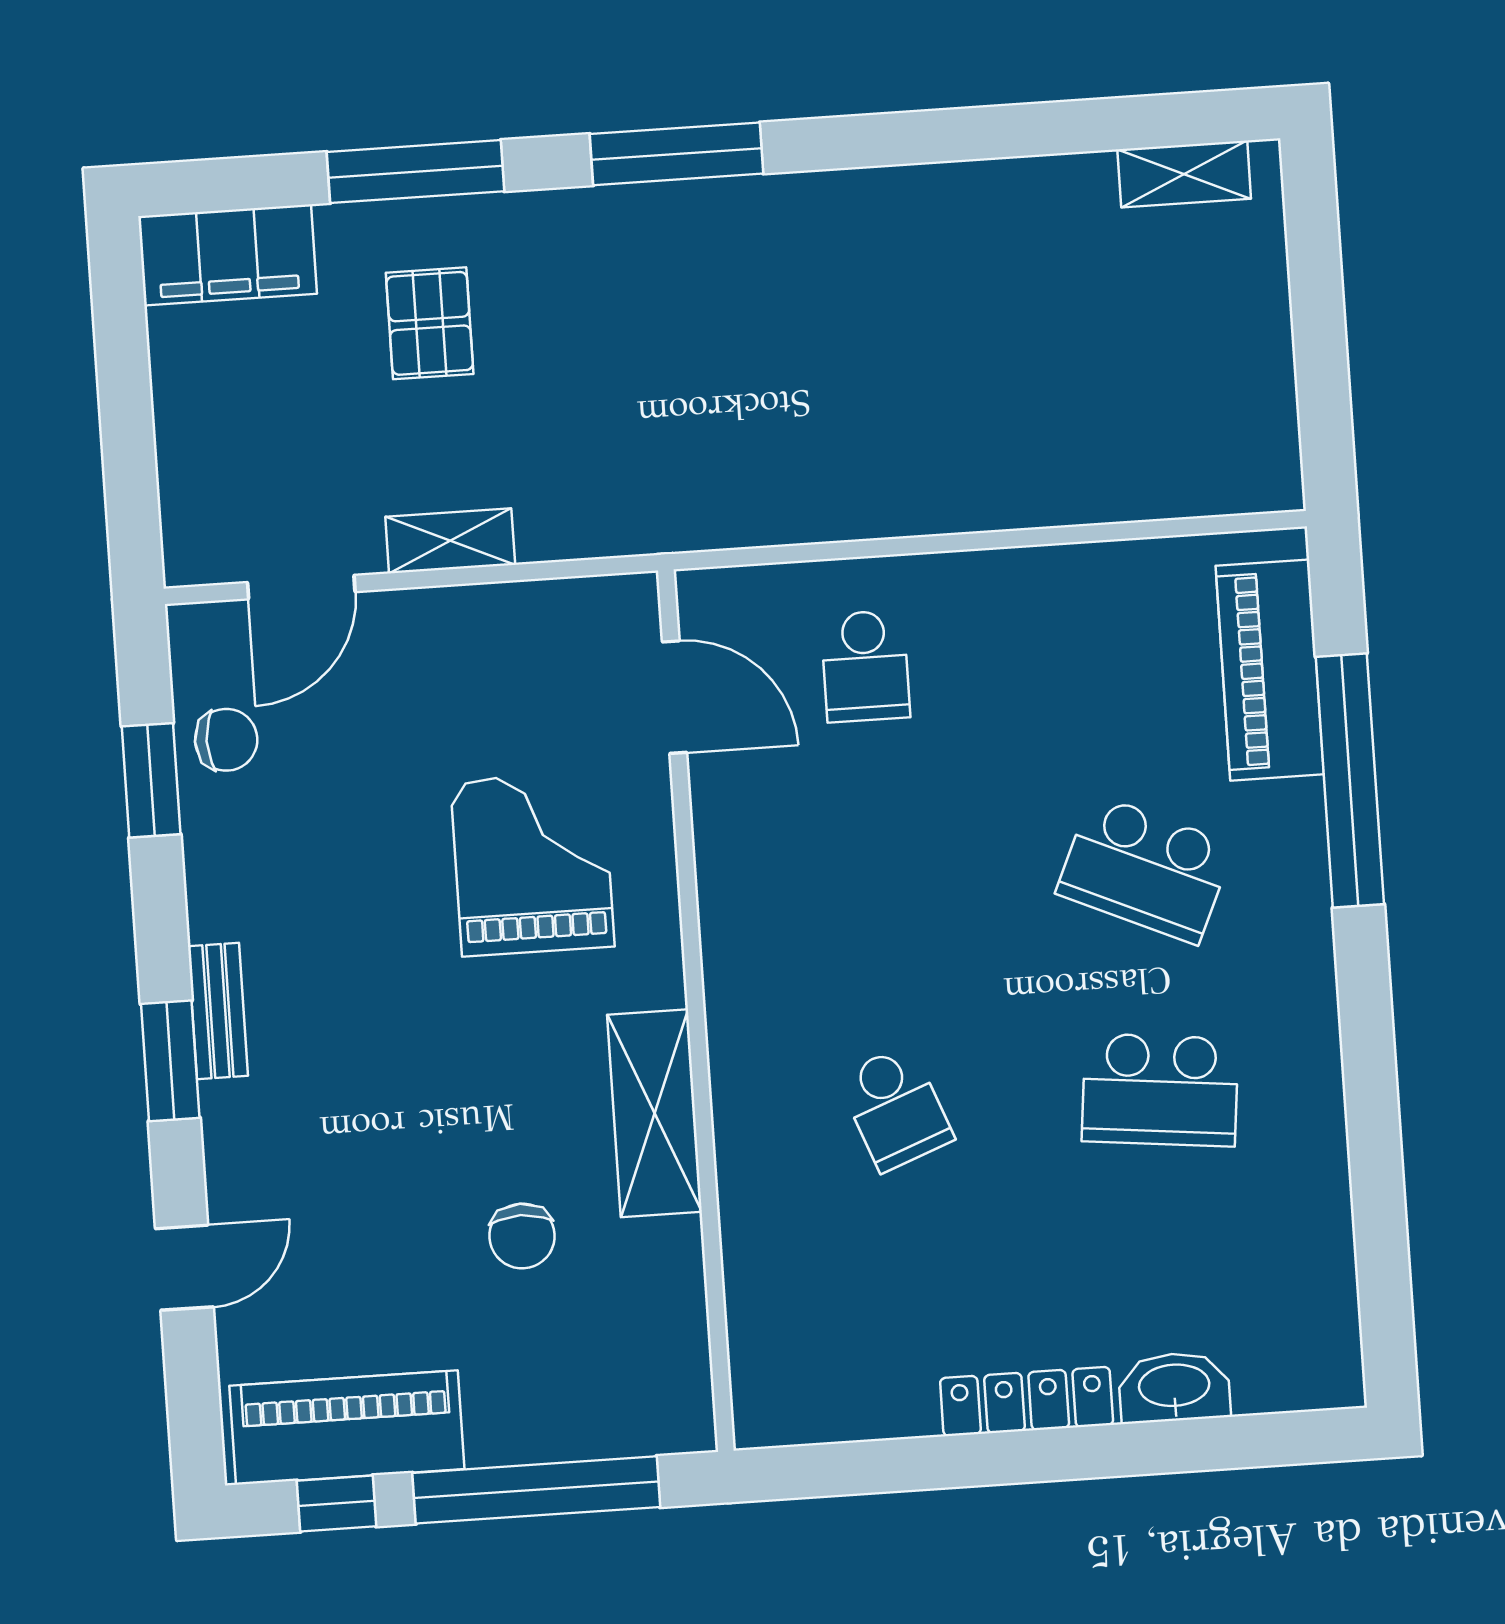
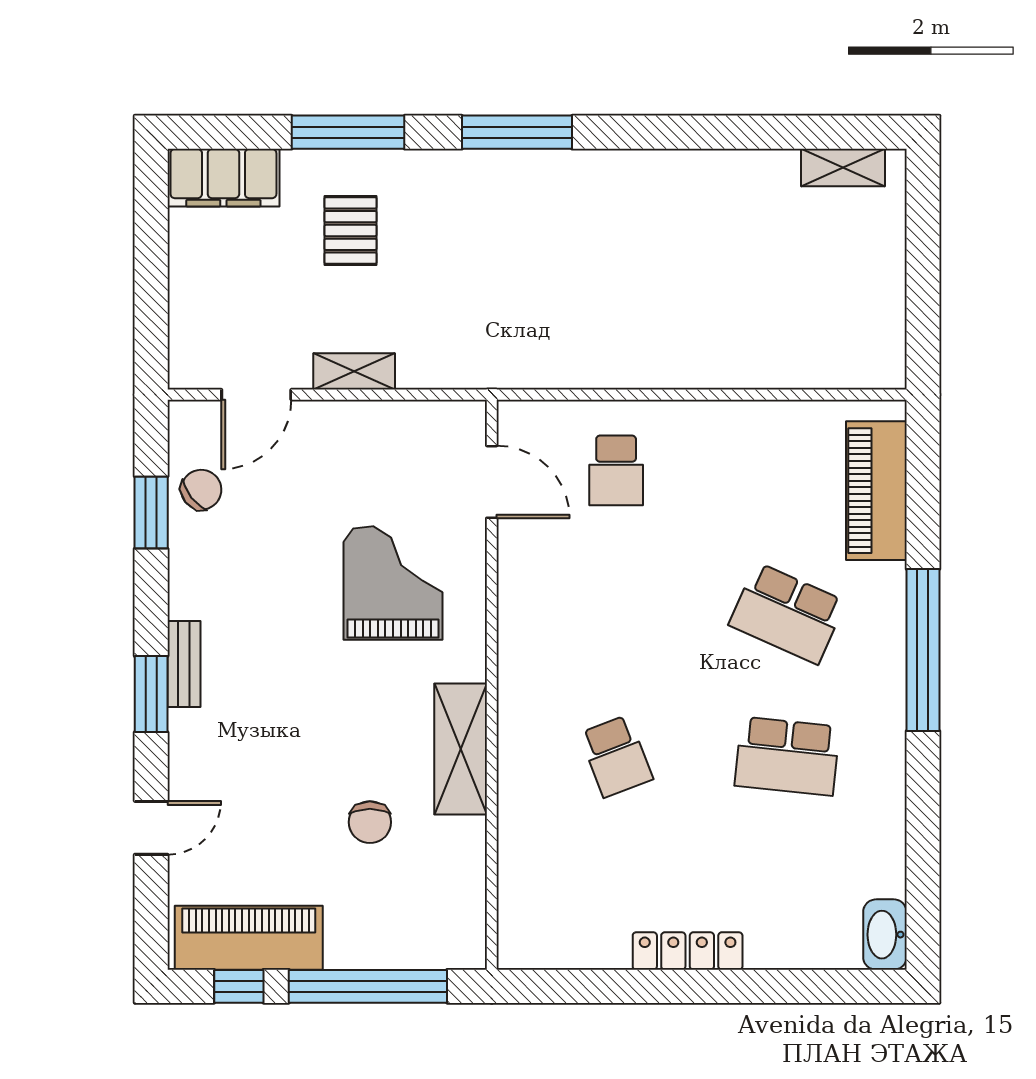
chair: (226, 740) -> (201, 490), turned -38
window: (1350, 781) -> (923, 650), moved
washbasin: (1174, 1387) -> (885, 935), moved, turned -90

